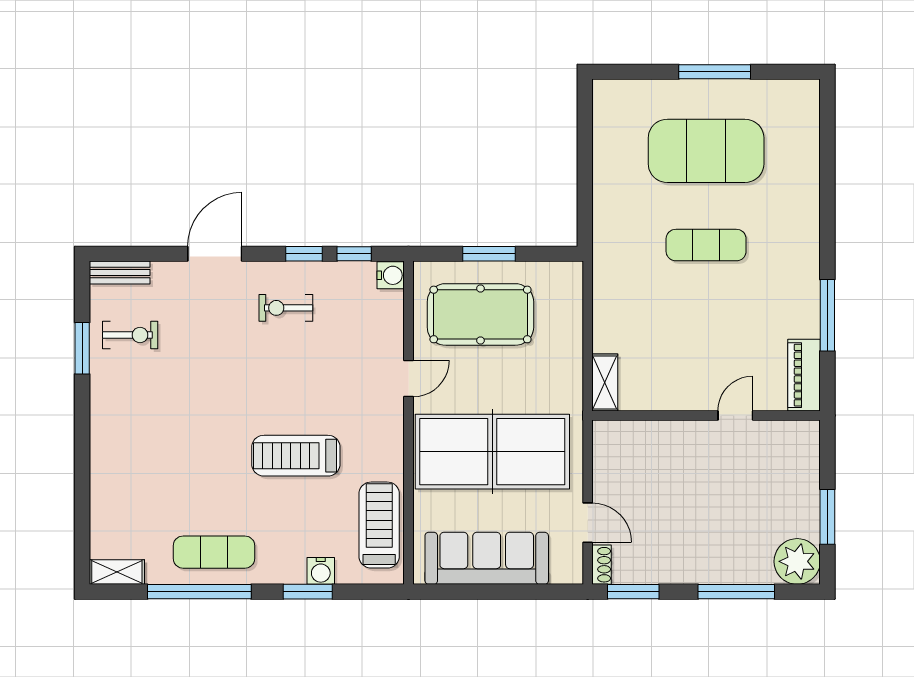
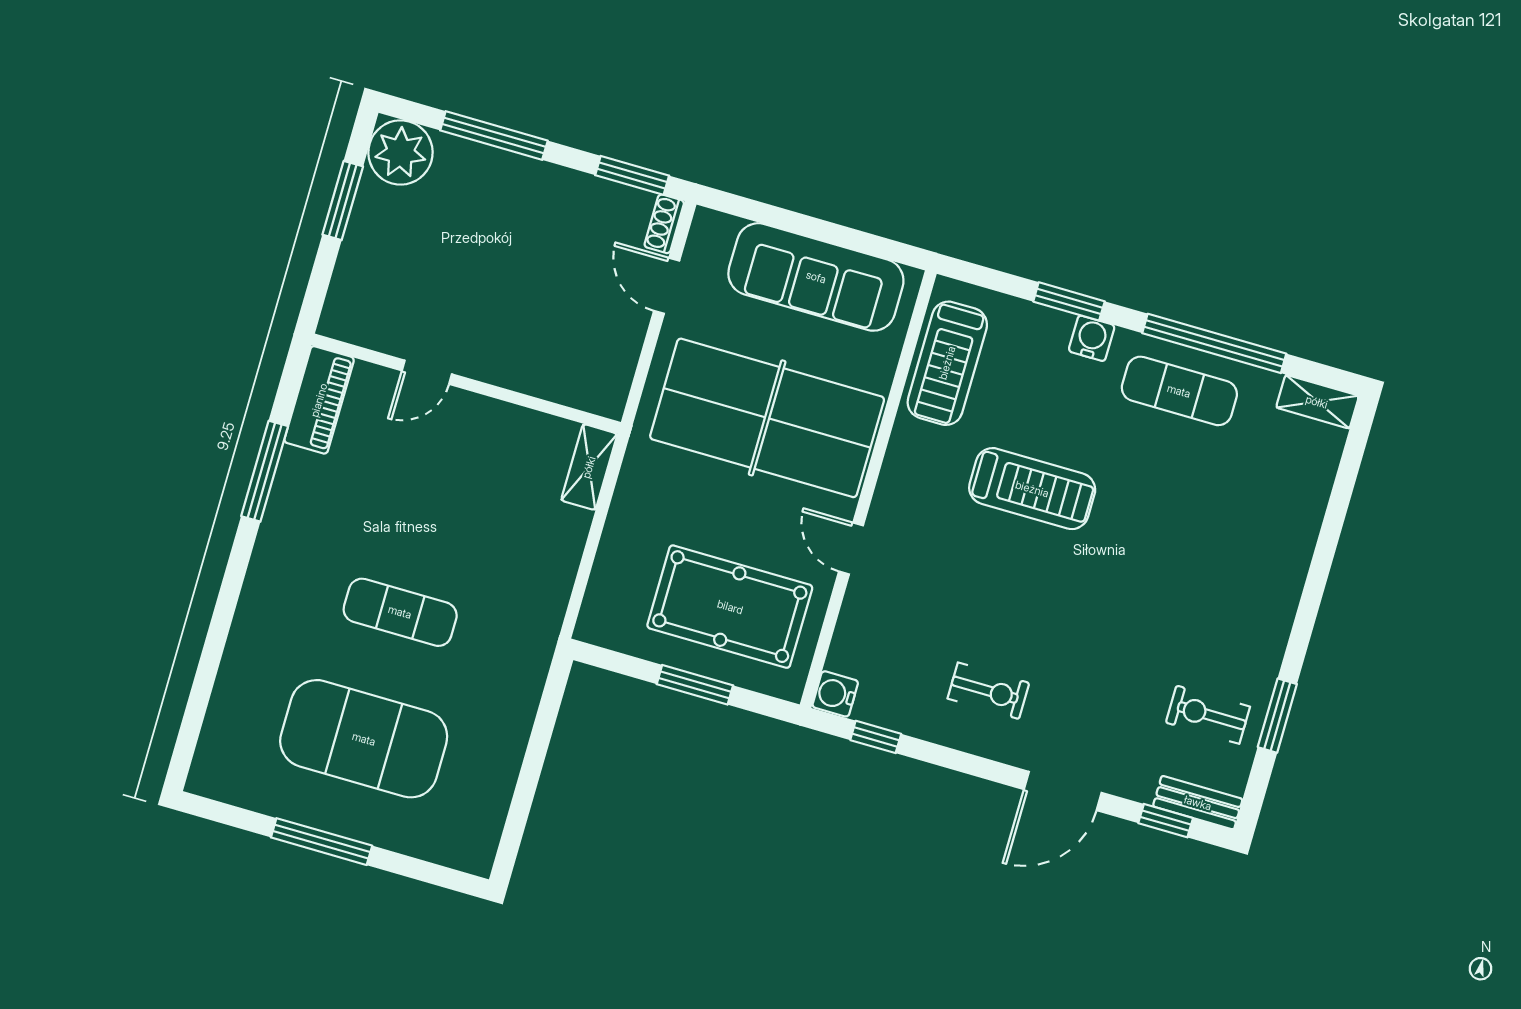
window: (304, 254) -> (1166, 821), moved
door: (409, 379) -> (851, 548), hinge flipped
water cooler: (321, 571) -> (1092, 338), moved

